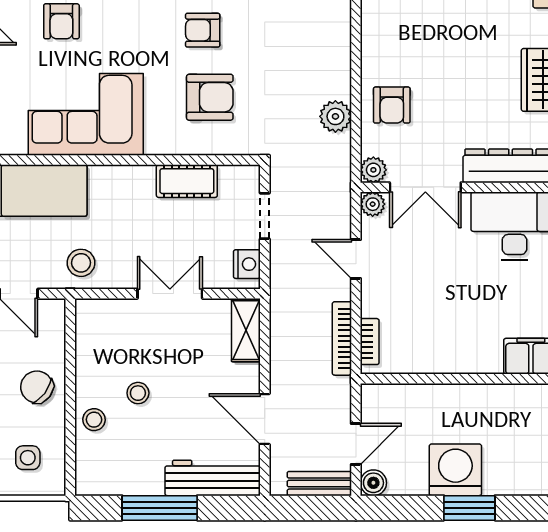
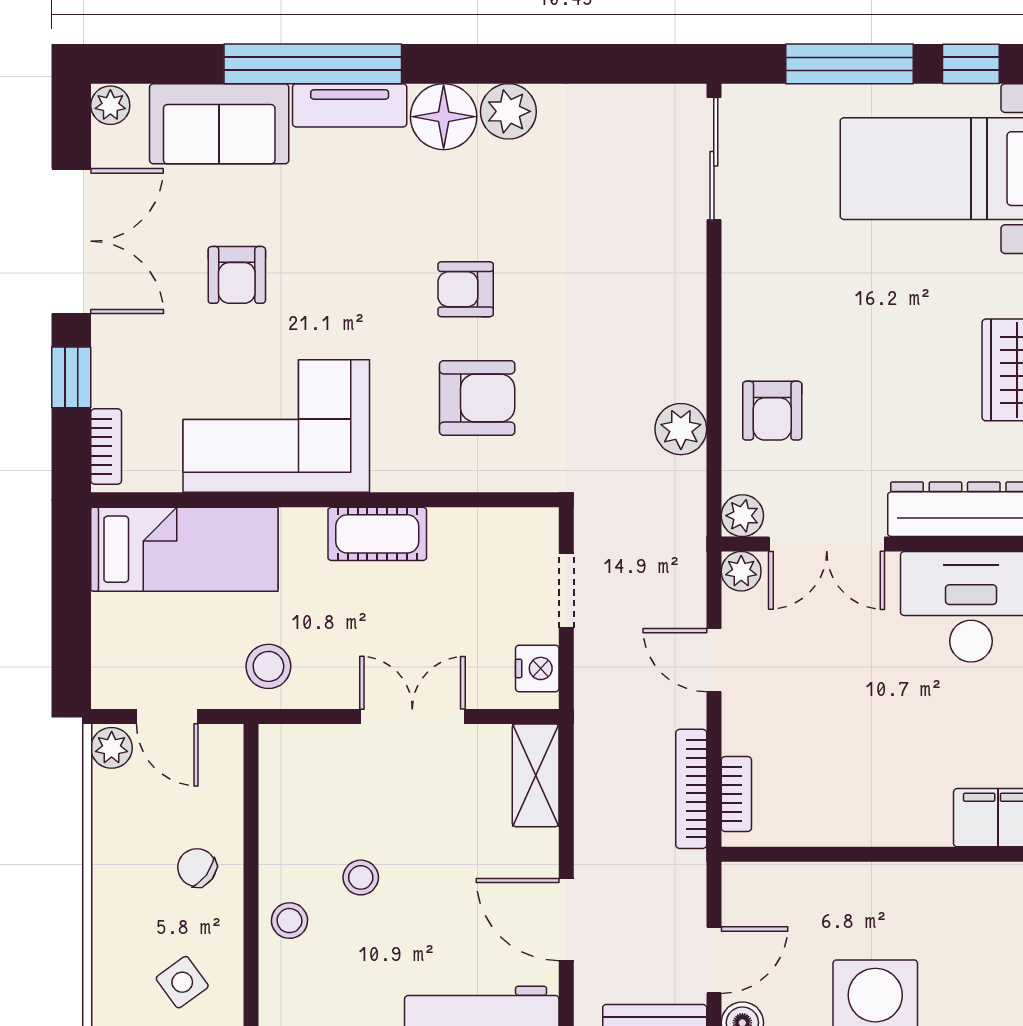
cot: (187, 181) -> (377, 534), moved
chair: (37, 387) -> (197, 868), width x0.73, depth x0.73
side table: (28, 458) -> (182, 982), turned -36

